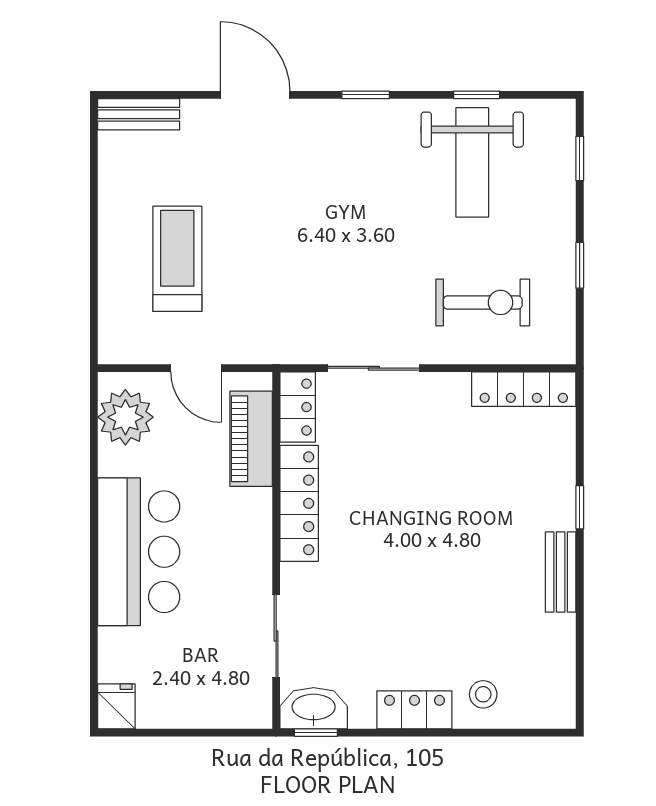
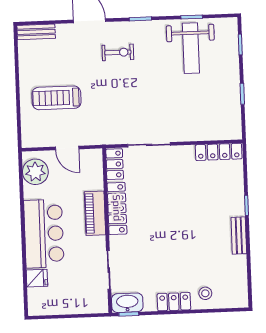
treadmill: (177, 259) -> (56, 98), turned -90
exercise bike: (483, 302) -> (118, 52), moved, width x0.73, depth x0.72
piano: (251, 439) -> (95, 213), moved
fridge: (116, 706) -> (37, 278), moved, turned 90

